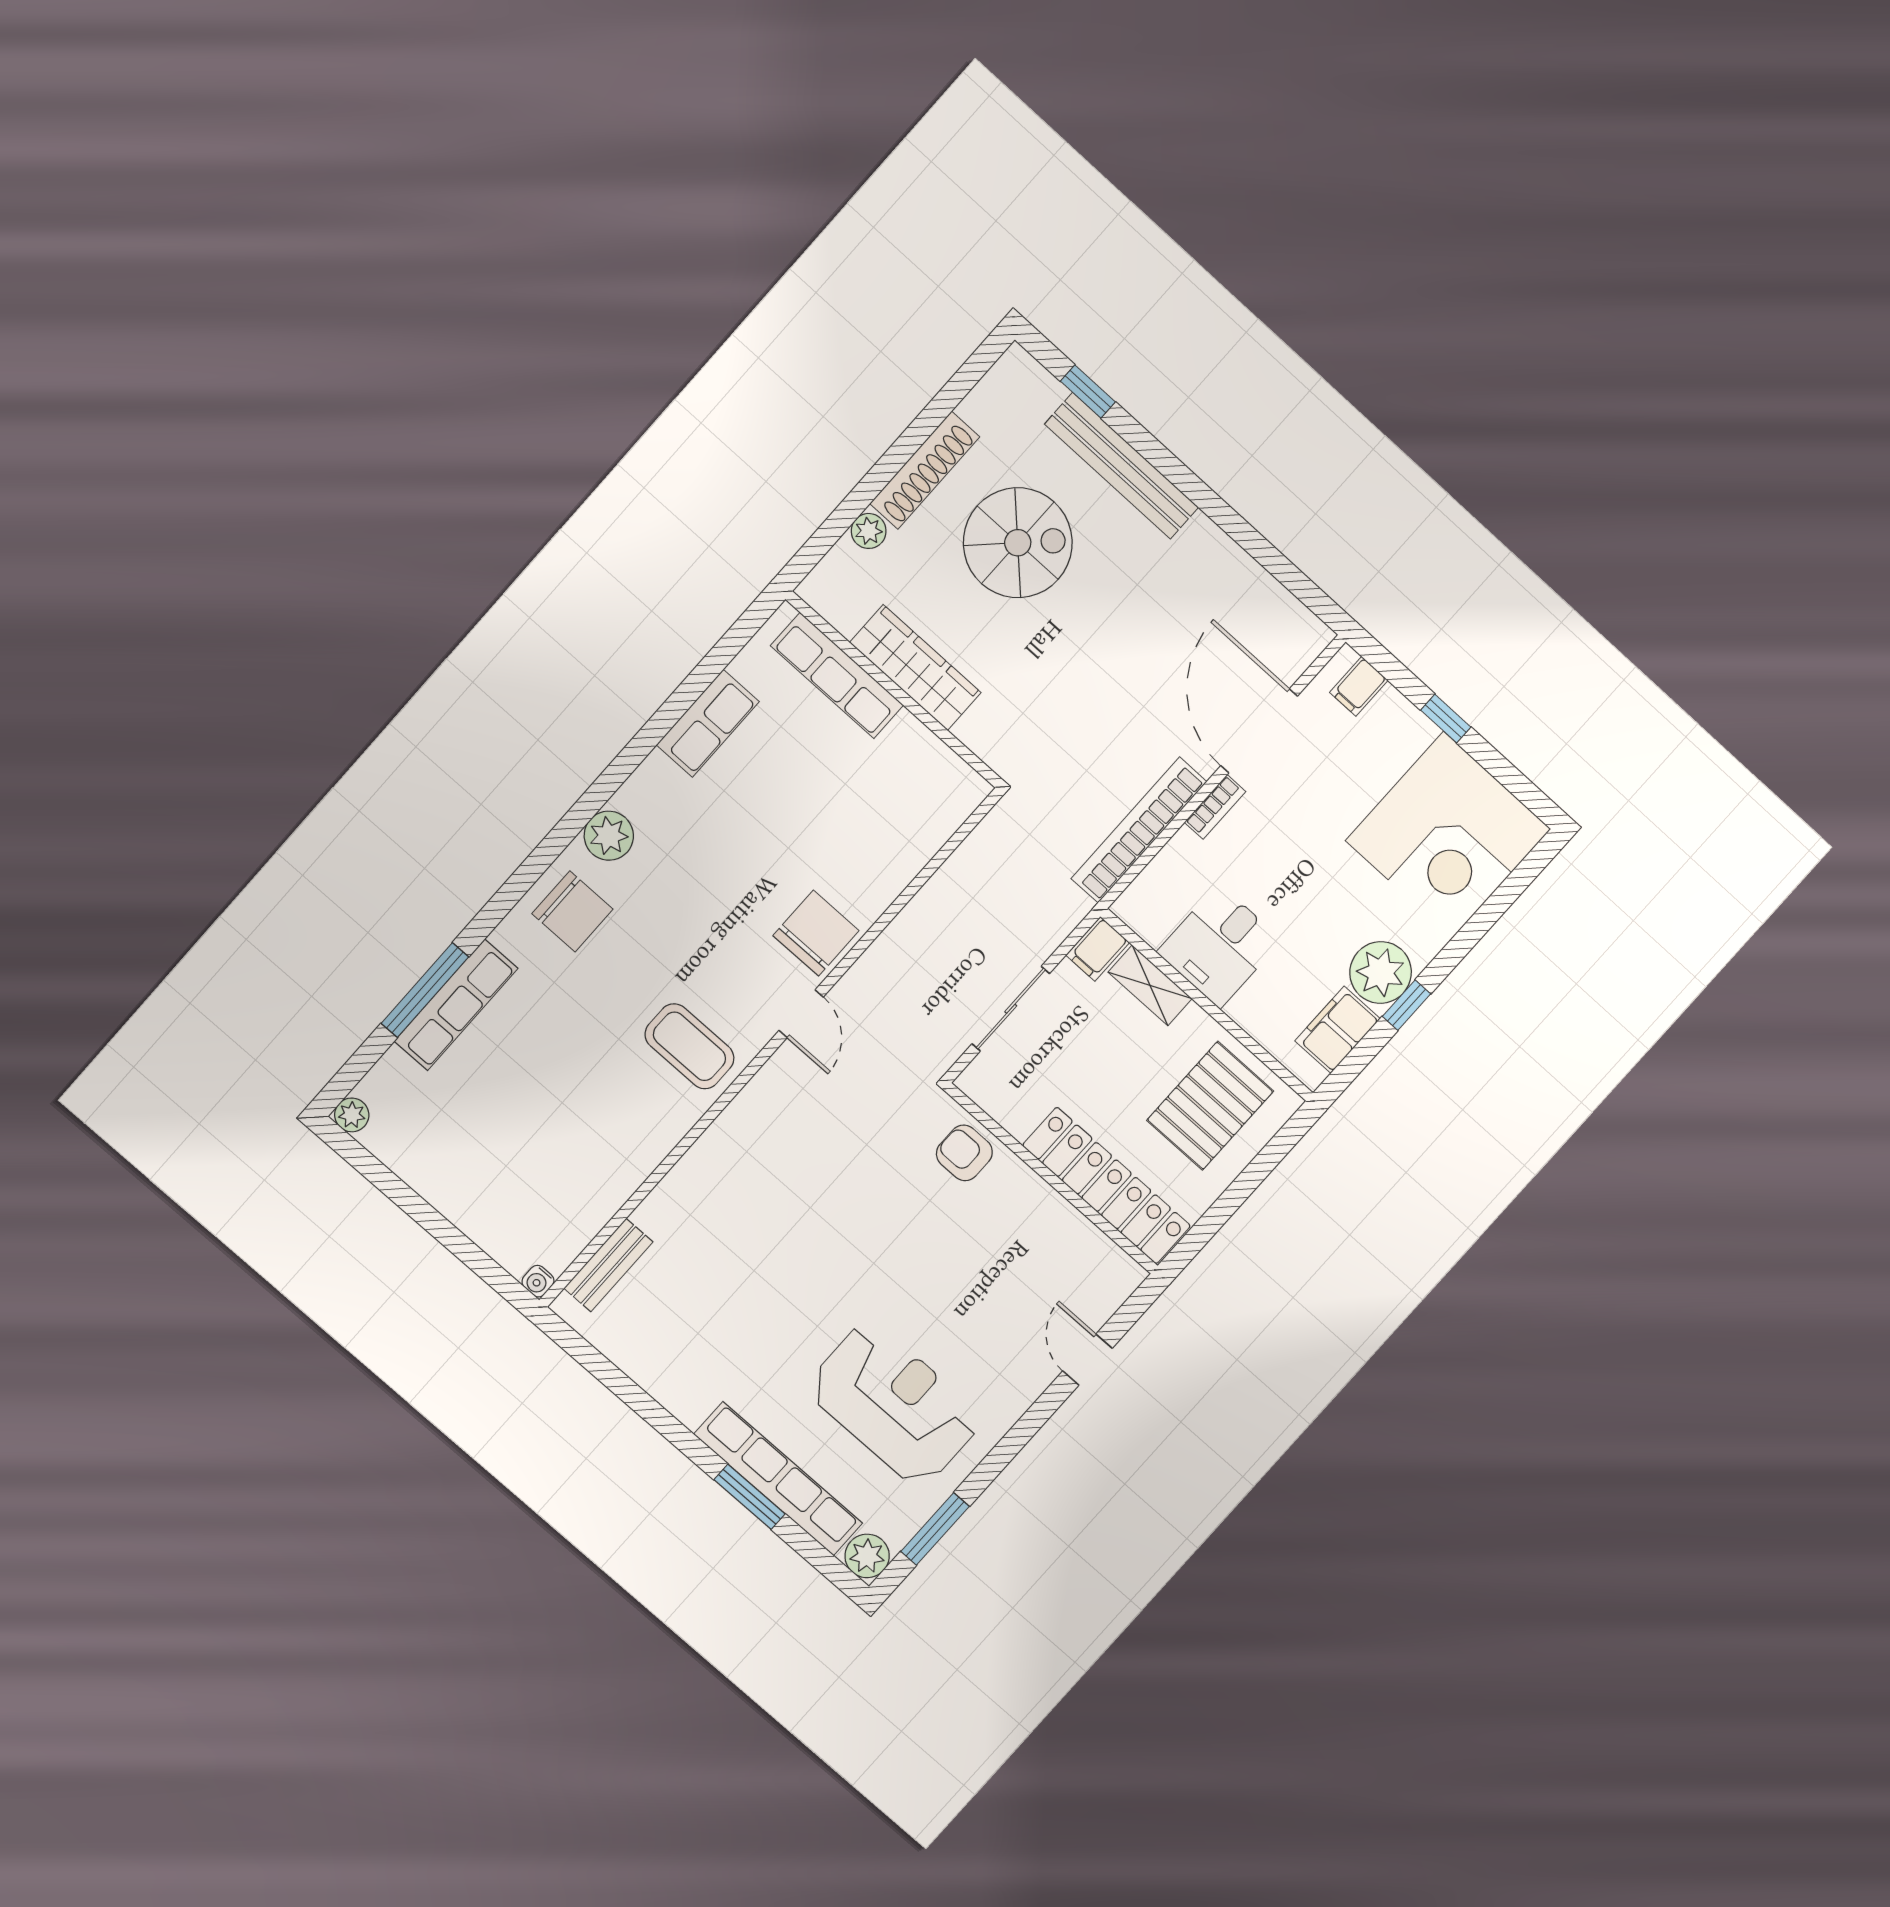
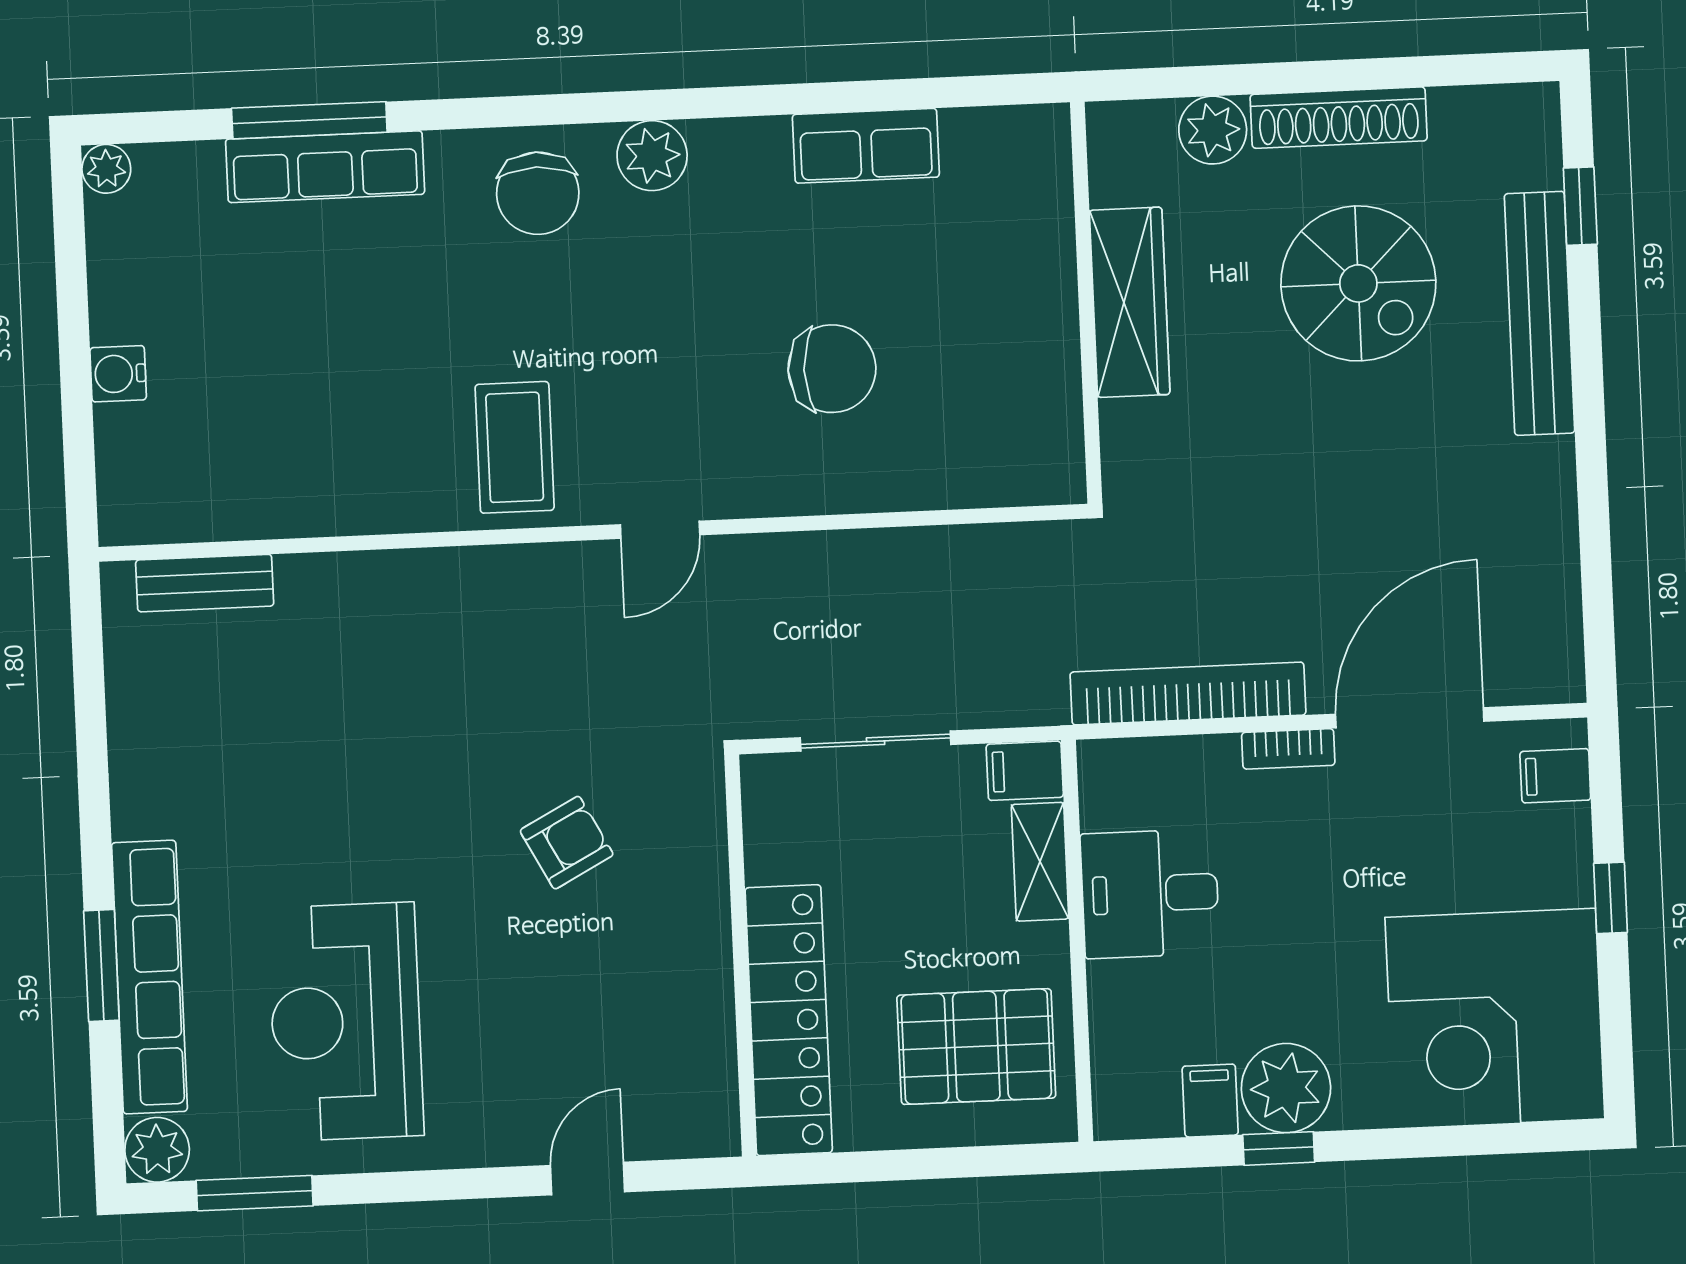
plant: (869, 531) -> (1213, 130), width x1.38, depth x1.38
row of seats: (837, 675) -> (1043, 230), removed
chair: (816, 933) -> (832, 369), moved
filing cabinet: (1338, 1030) -> (1210, 1101), width x0.50
armchair: (964, 1153) -> (567, 843), moved, turned 62
water cooler: (538, 1281) -> (118, 374), moved, width x1.38, depth x1.38
reception desk: (894, 1404) -> (346, 1022), turned 180

